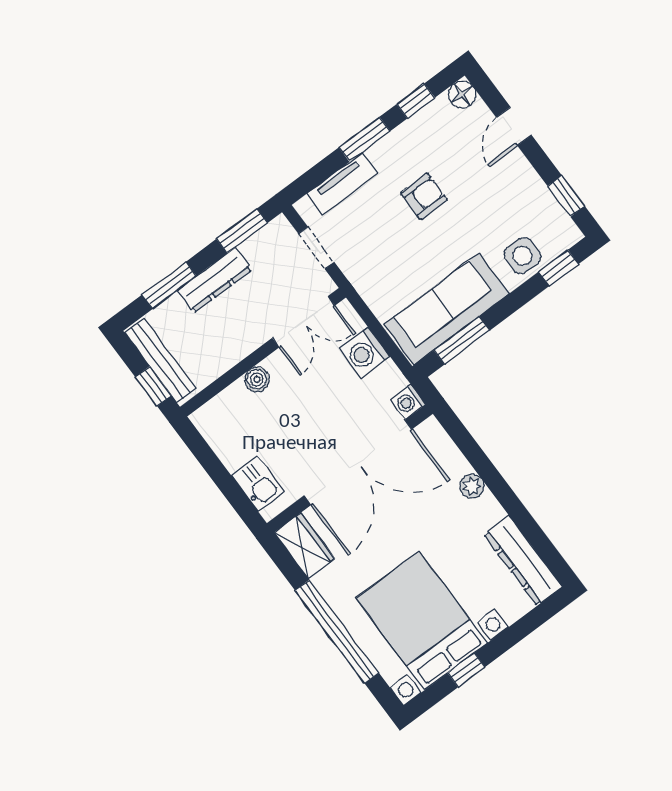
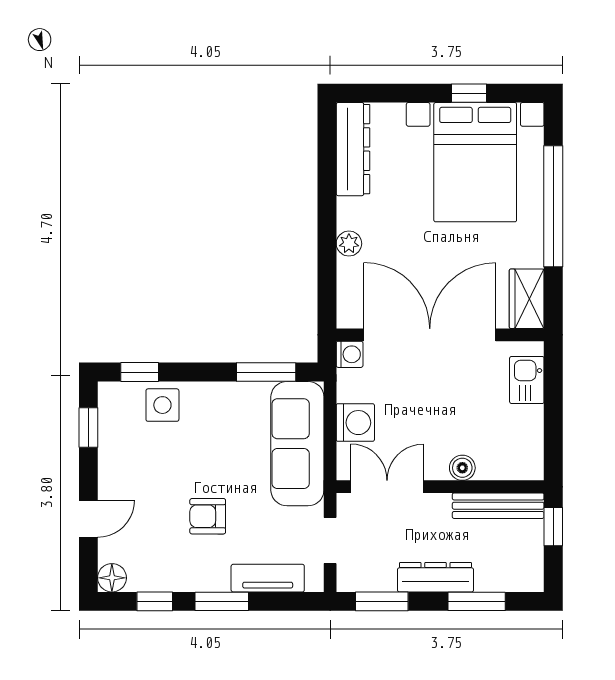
sofa: (446, 309) -> (297, 444), moved, turned 90
bench: (160, 360) -> (498, 506), moved, turned 90

